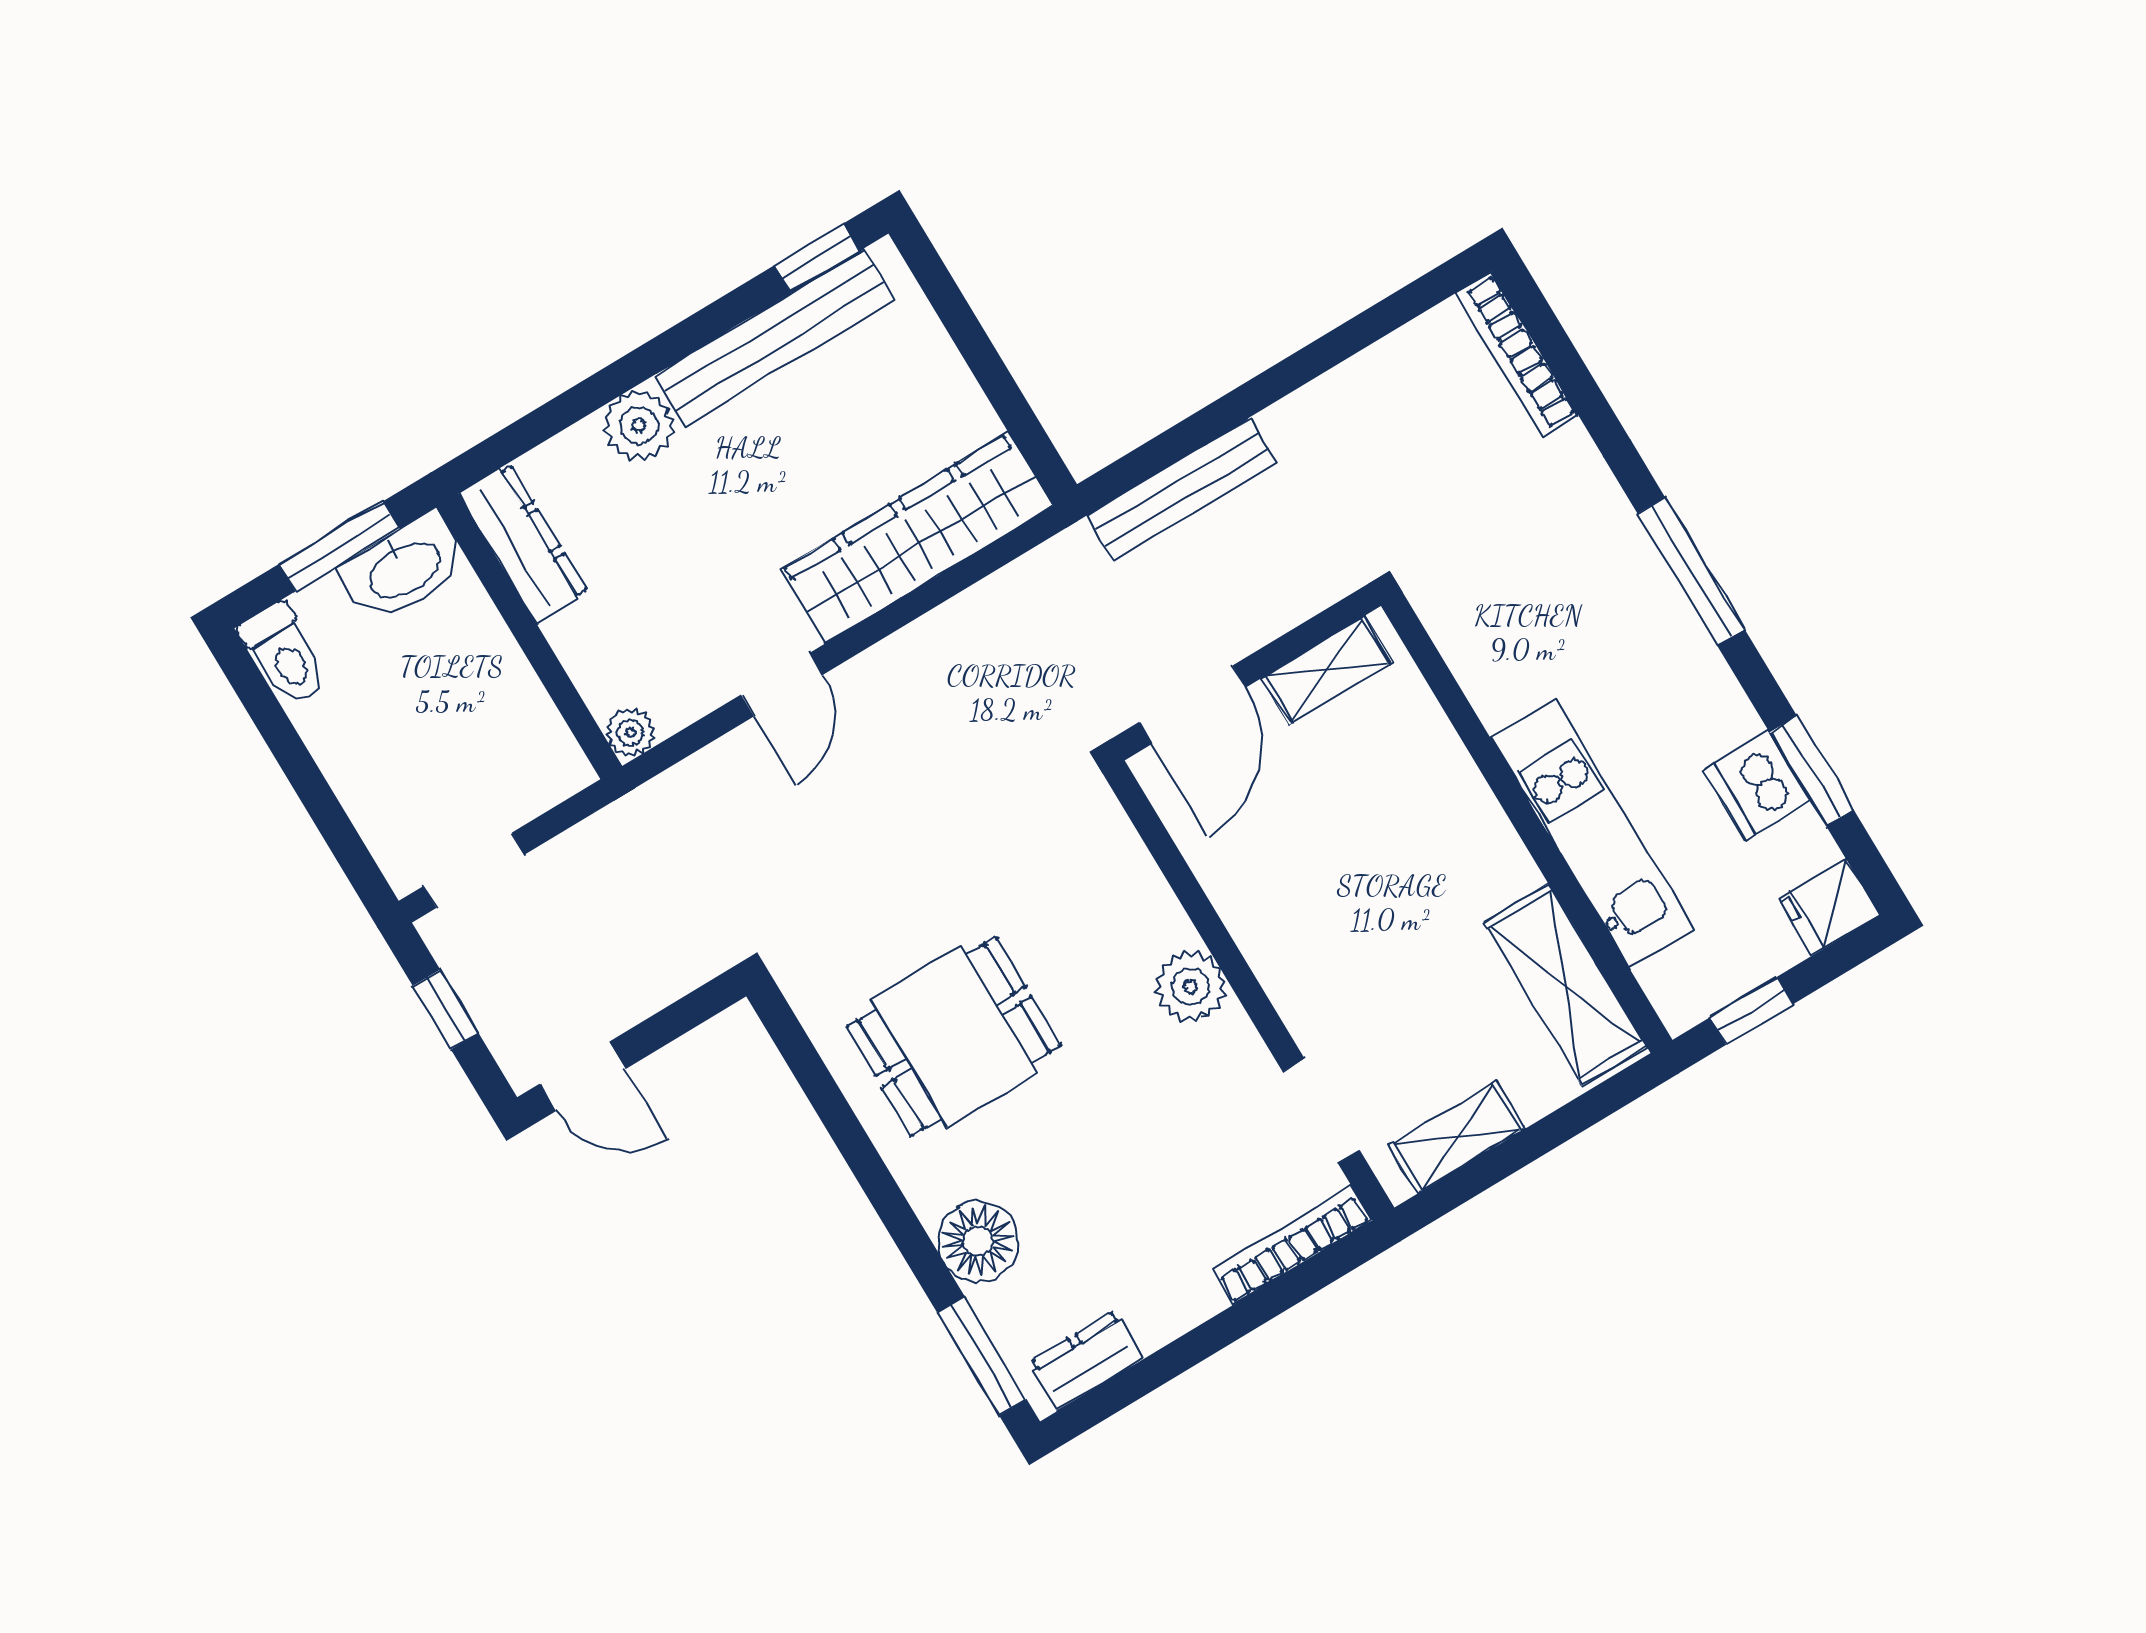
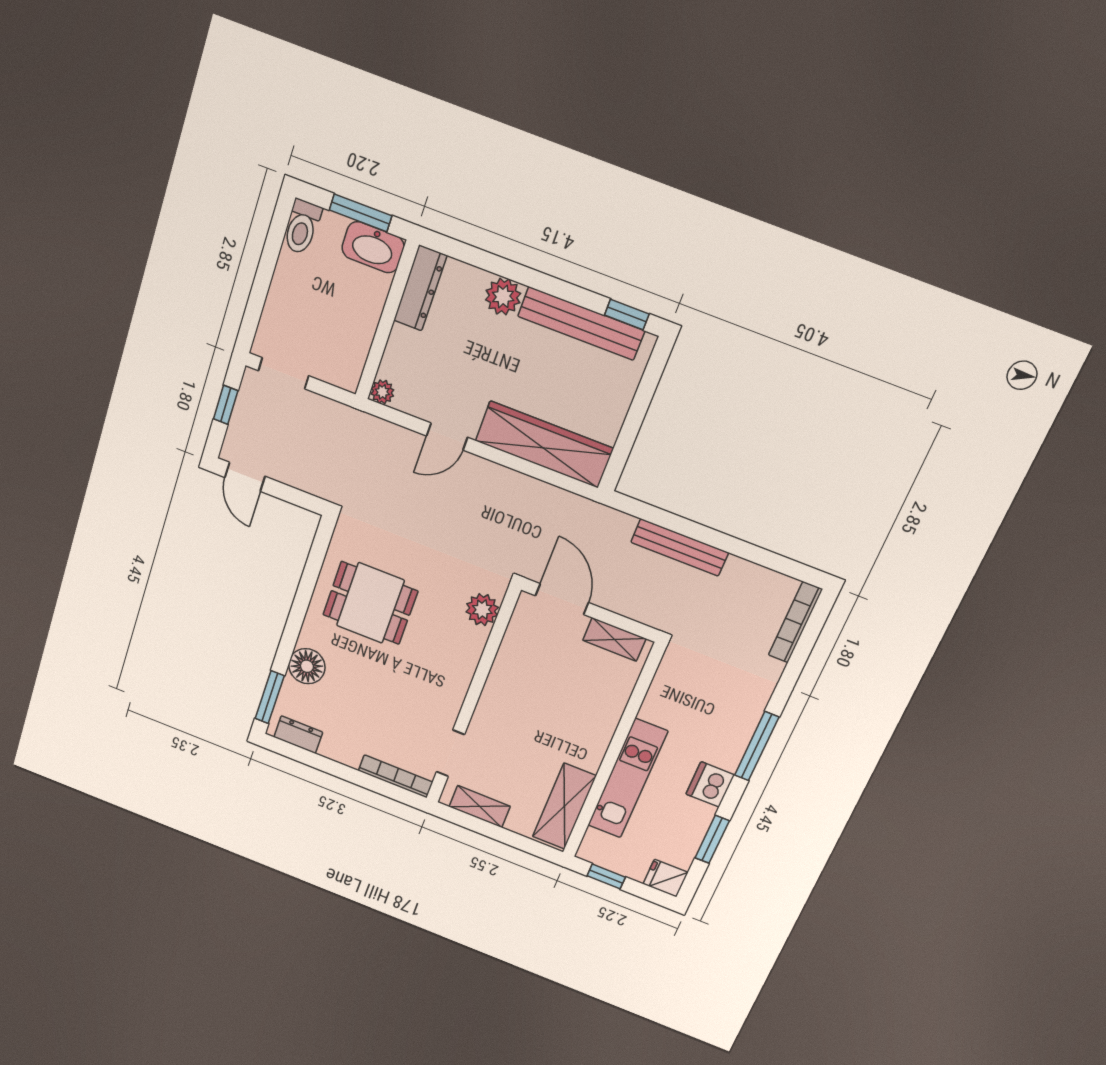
bench: (1182, 489) -> (680, 547), moved
door: (1192, 705) -> (562, 599), swing flipped
dishwasher: (1757, 786) -> (710, 784), moved
plant: (1190, 987) -> (482, 610), moved

